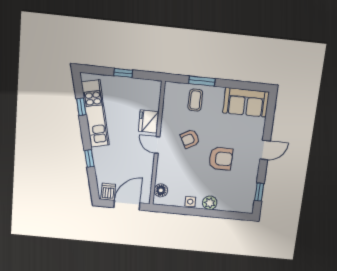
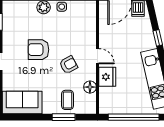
window: (123, 73) -> (134, 117), width x3.17
floor lamp: (161, 190) -> (90, 87), moved

